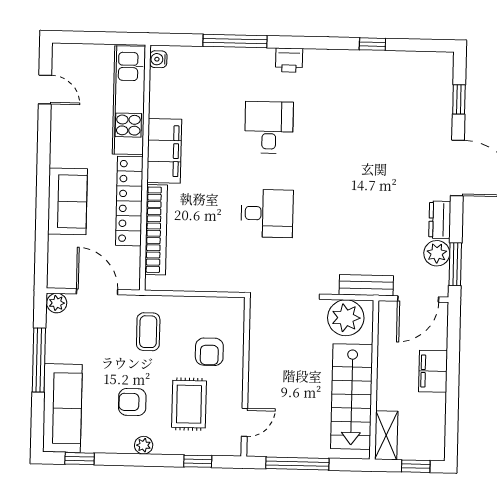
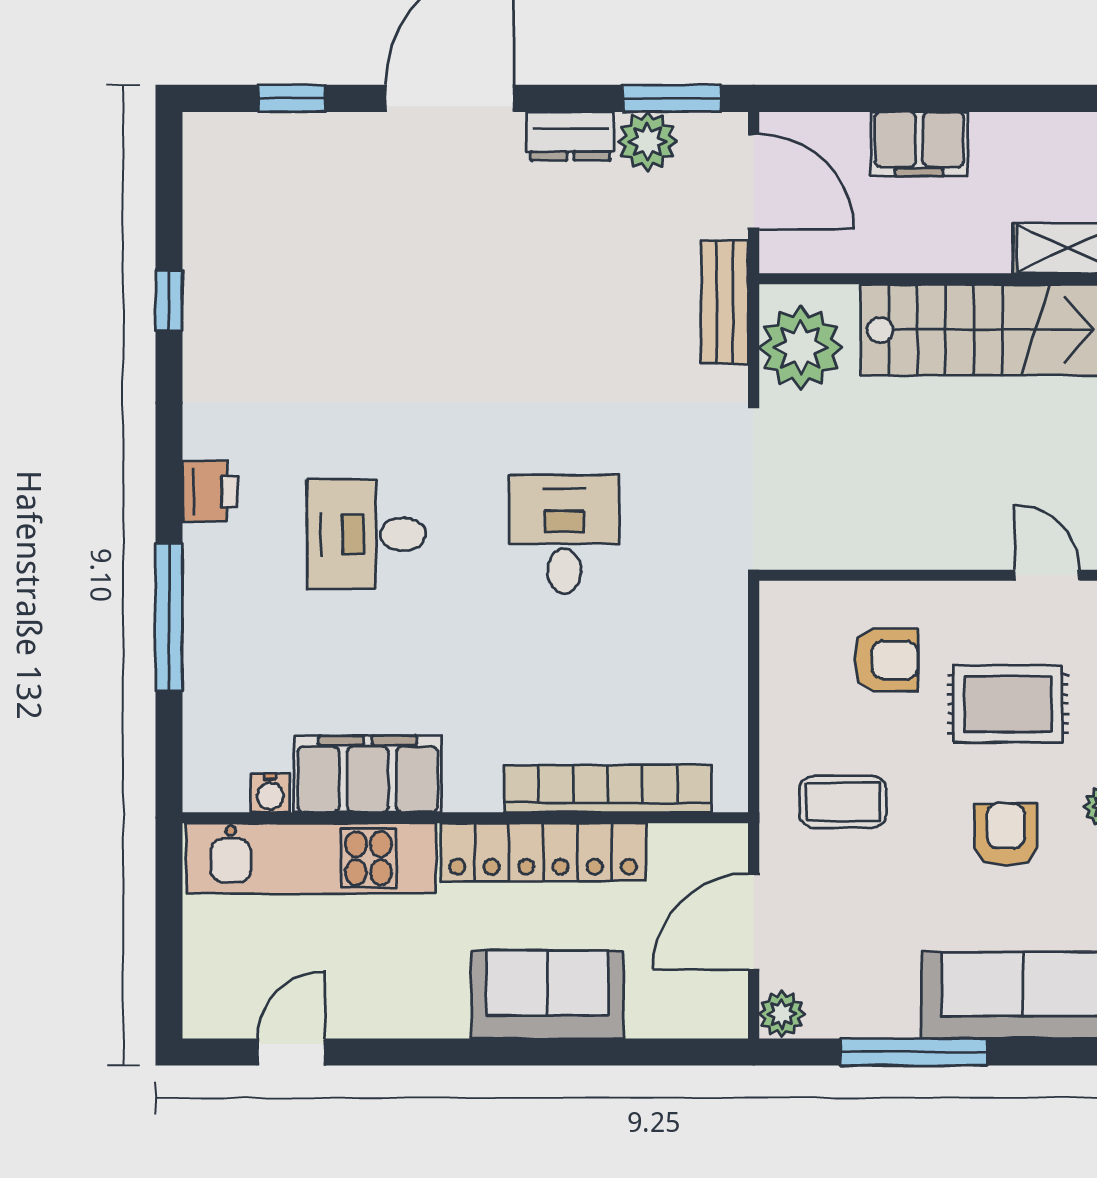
water cooler: (158, 59) -> (270, 793), moved
filing cabinet: (164, 151) -> (368, 774), moved
armchair: (132, 402) -> (1006, 835), turned 180

